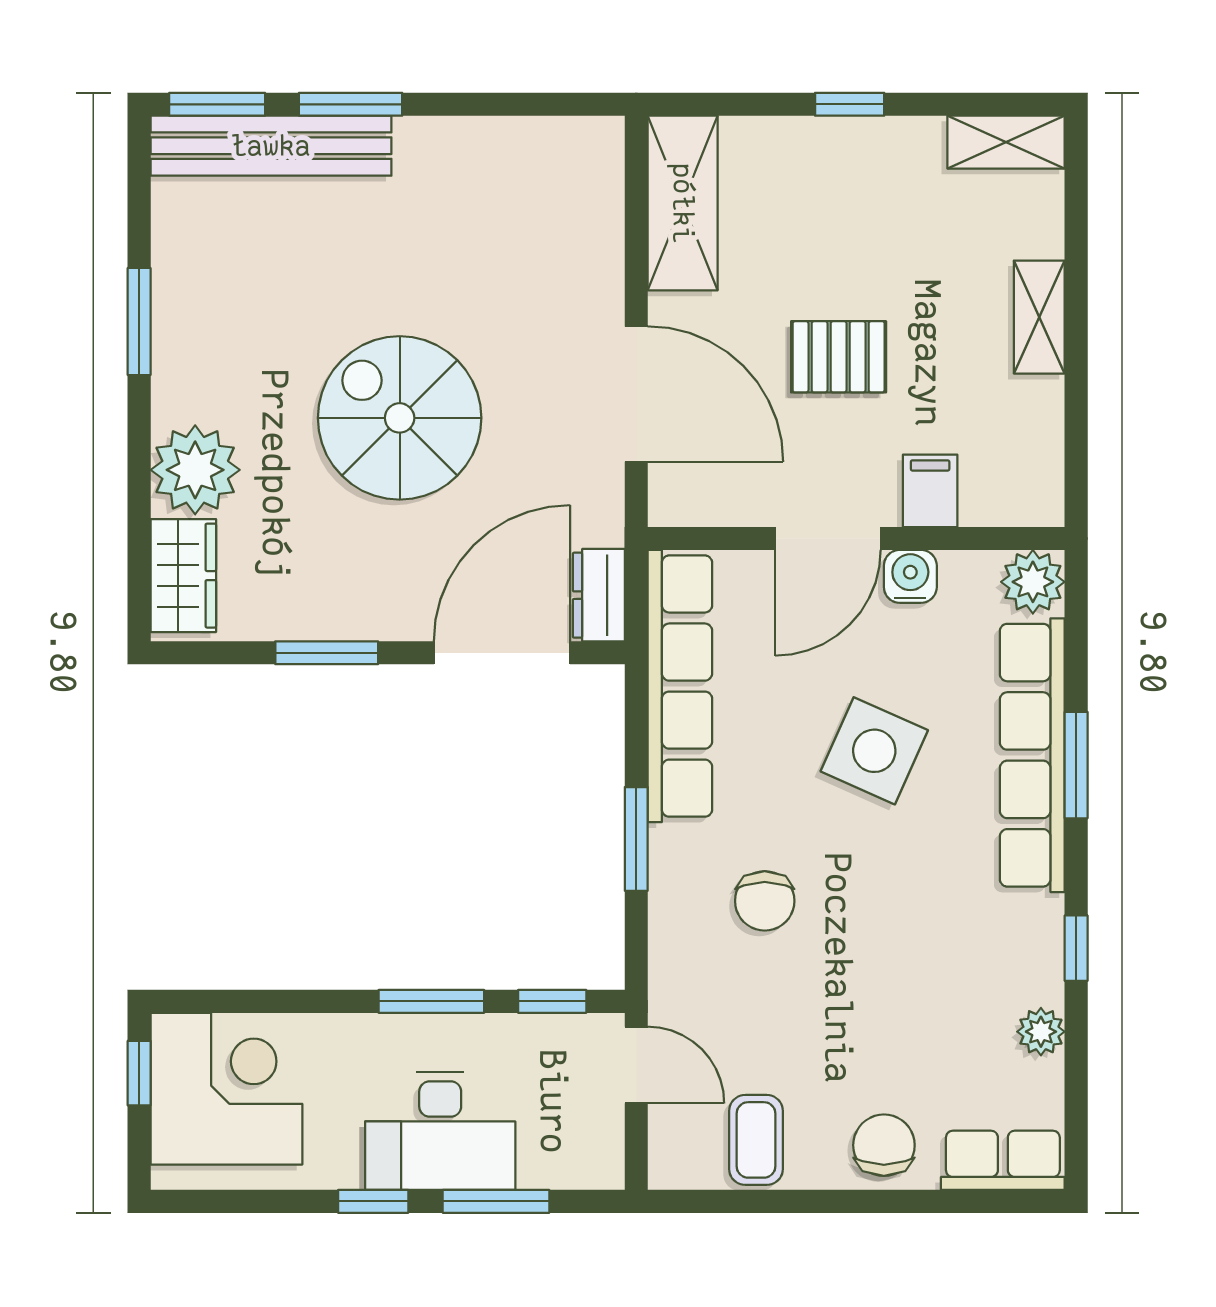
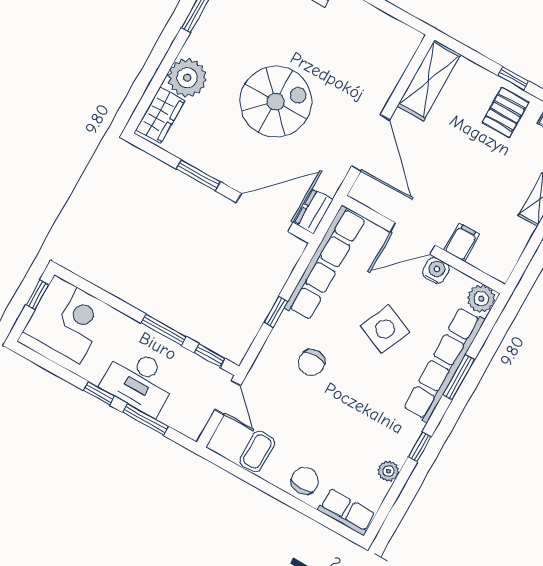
pallet: (839, 357) -> (505, 112), moved, turned 90
spiral stairs: (400, 418) -> (276, 102), turned 90
window: (636, 839) -> (276, 312), width x0.67

